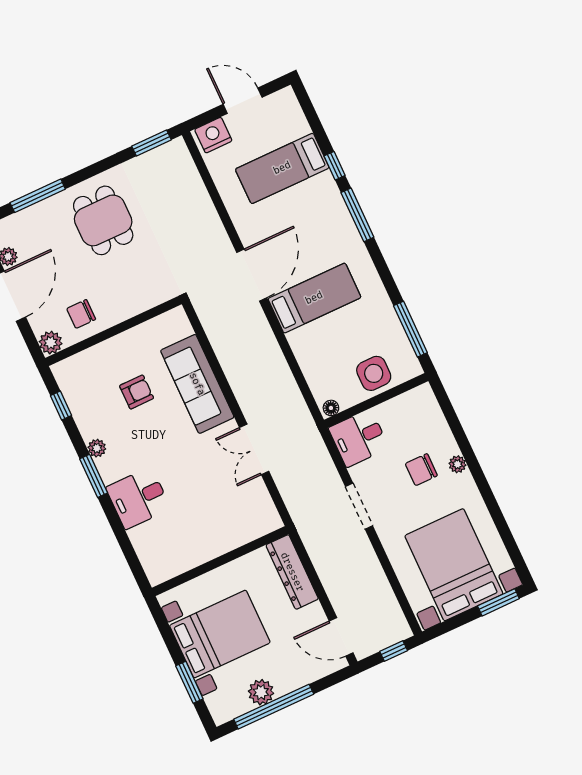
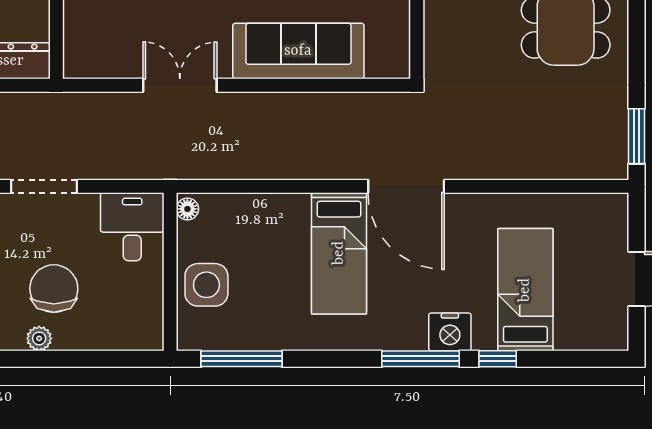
nightstand: (213, 135) -> (450, 332), moved, turned 90
chair: (421, 470) -> (54, 289), width x1.37, depth x1.37

